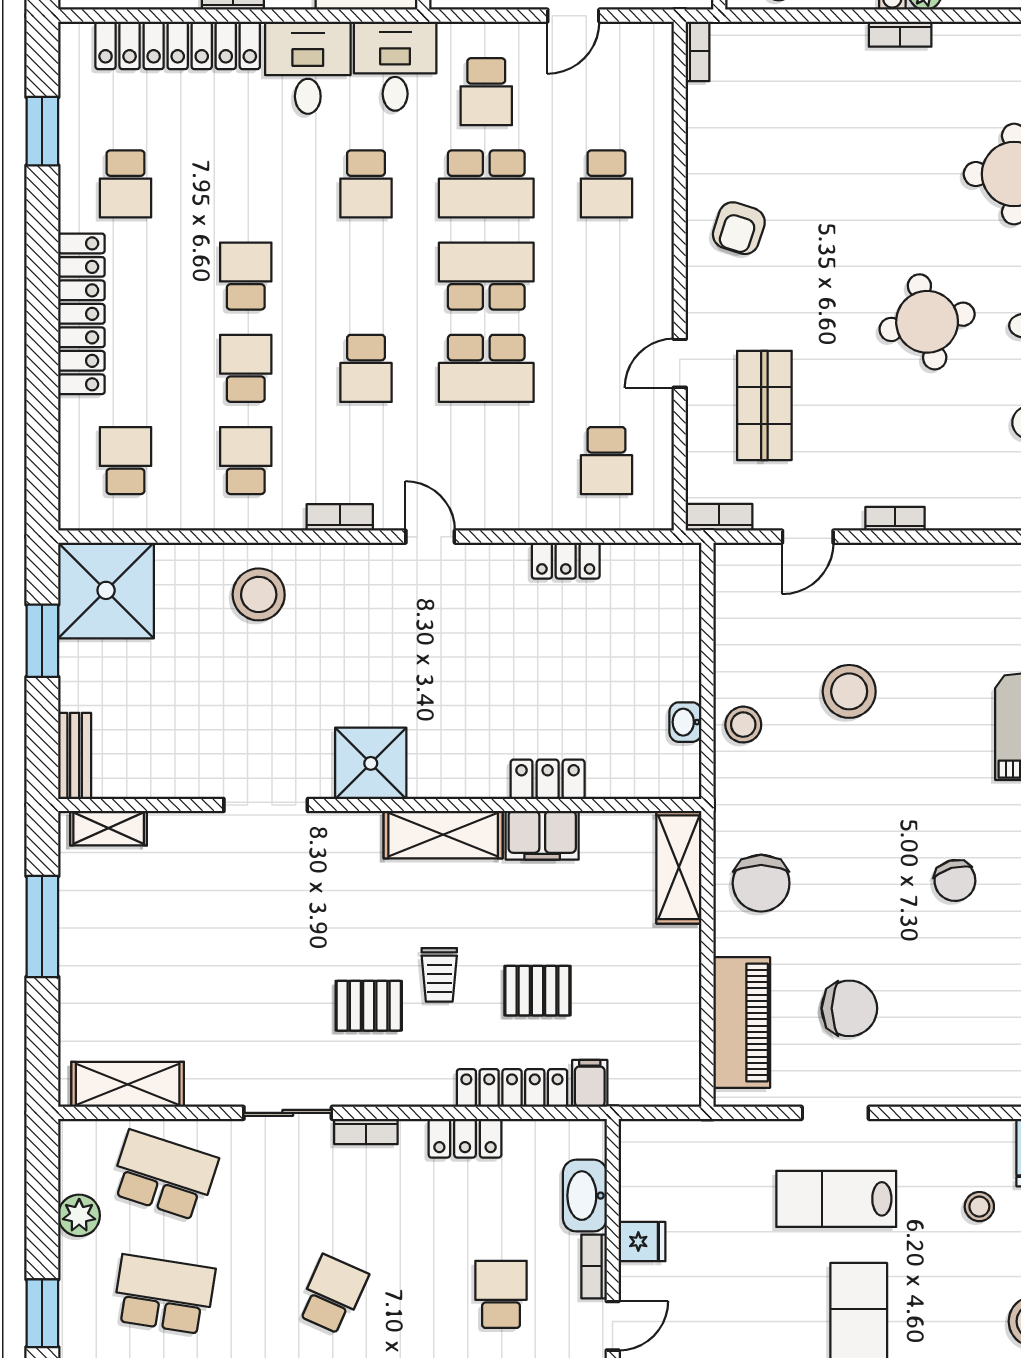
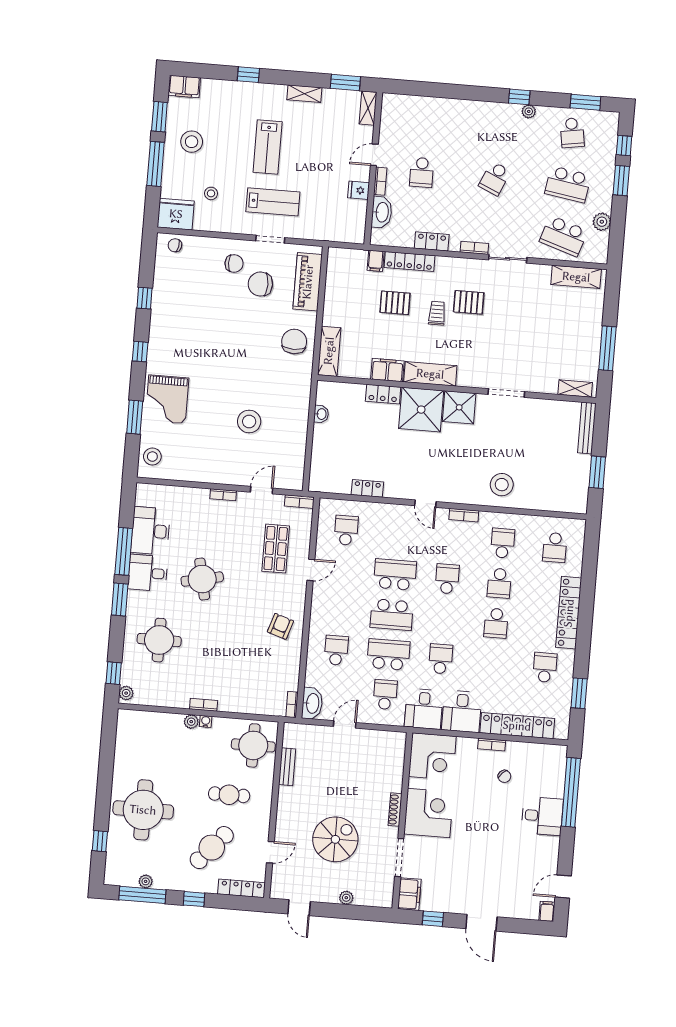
washbasin: (652, 58) -> (312, 703), added
school desk: (246, 461) -> (503, 543), turned 180
shower: (106, 590) -> (421, 410), moved
stool: (743, 725) -> (296, 411), removed
bench: (75, 756) -> (587, 428), width x1.36
chair: (955, 881) -> (234, 263), moved, turned 106

